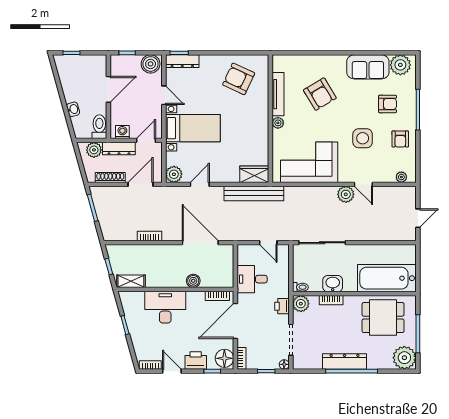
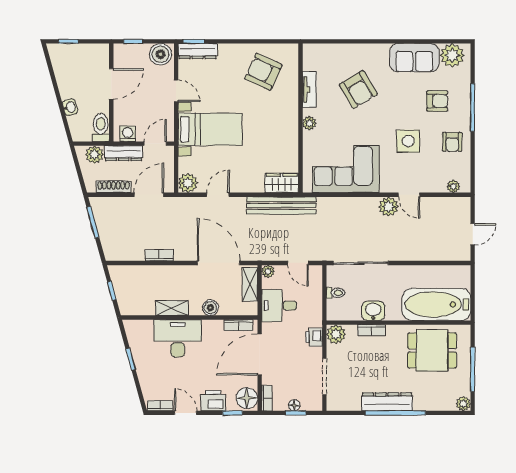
tv unit: (278, 94) -> (309, 90), width x0.71
plant: (243, 250) -> (268, 271), added
shelving: (227, 261) -> (250, 284), added
shelving: (131, 281) -> (172, 308), moved
toilet: (300, 287) -> (336, 293), moved
plant: (404, 358) -> (463, 404), width x0.53, depth x0.53
floor lamp: (284, 364) -> (294, 405), moved

